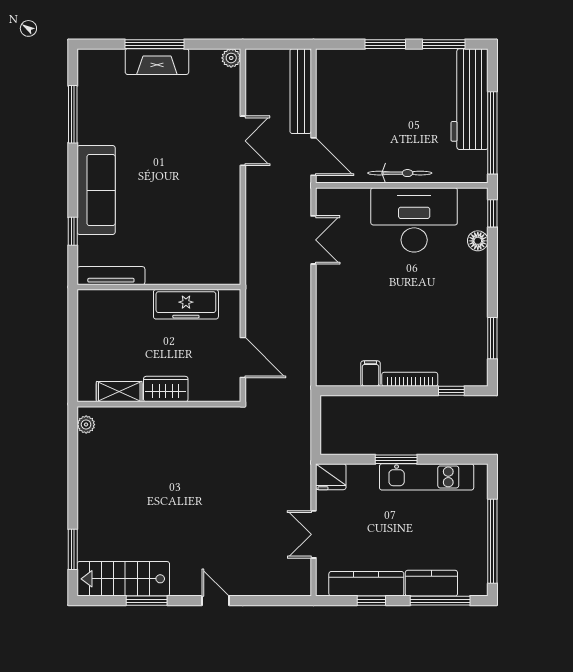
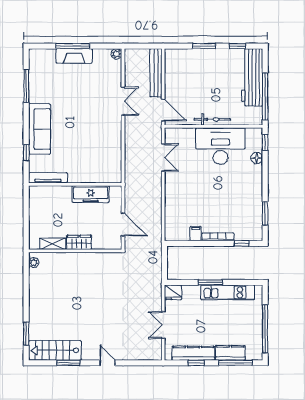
window: (444, 44) -> (237, 46), width x0.67

